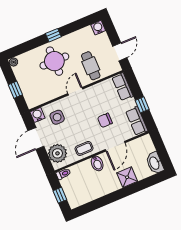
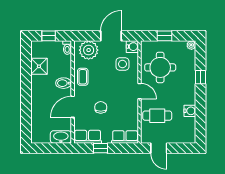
water cooler: (98, 28) -> (190, 111), moved
window: (53, 35) -> (200, 77), moved
round table: (54, 61) -> (160, 67), moved
door: (36, 138) -> (111, 36), hinge flipped
door: (115, 146) -> (73, 107), hinge flipped
washbasin: (155, 163) -> (61, 137), moved
shower: (127, 177) -> (39, 66), moved

